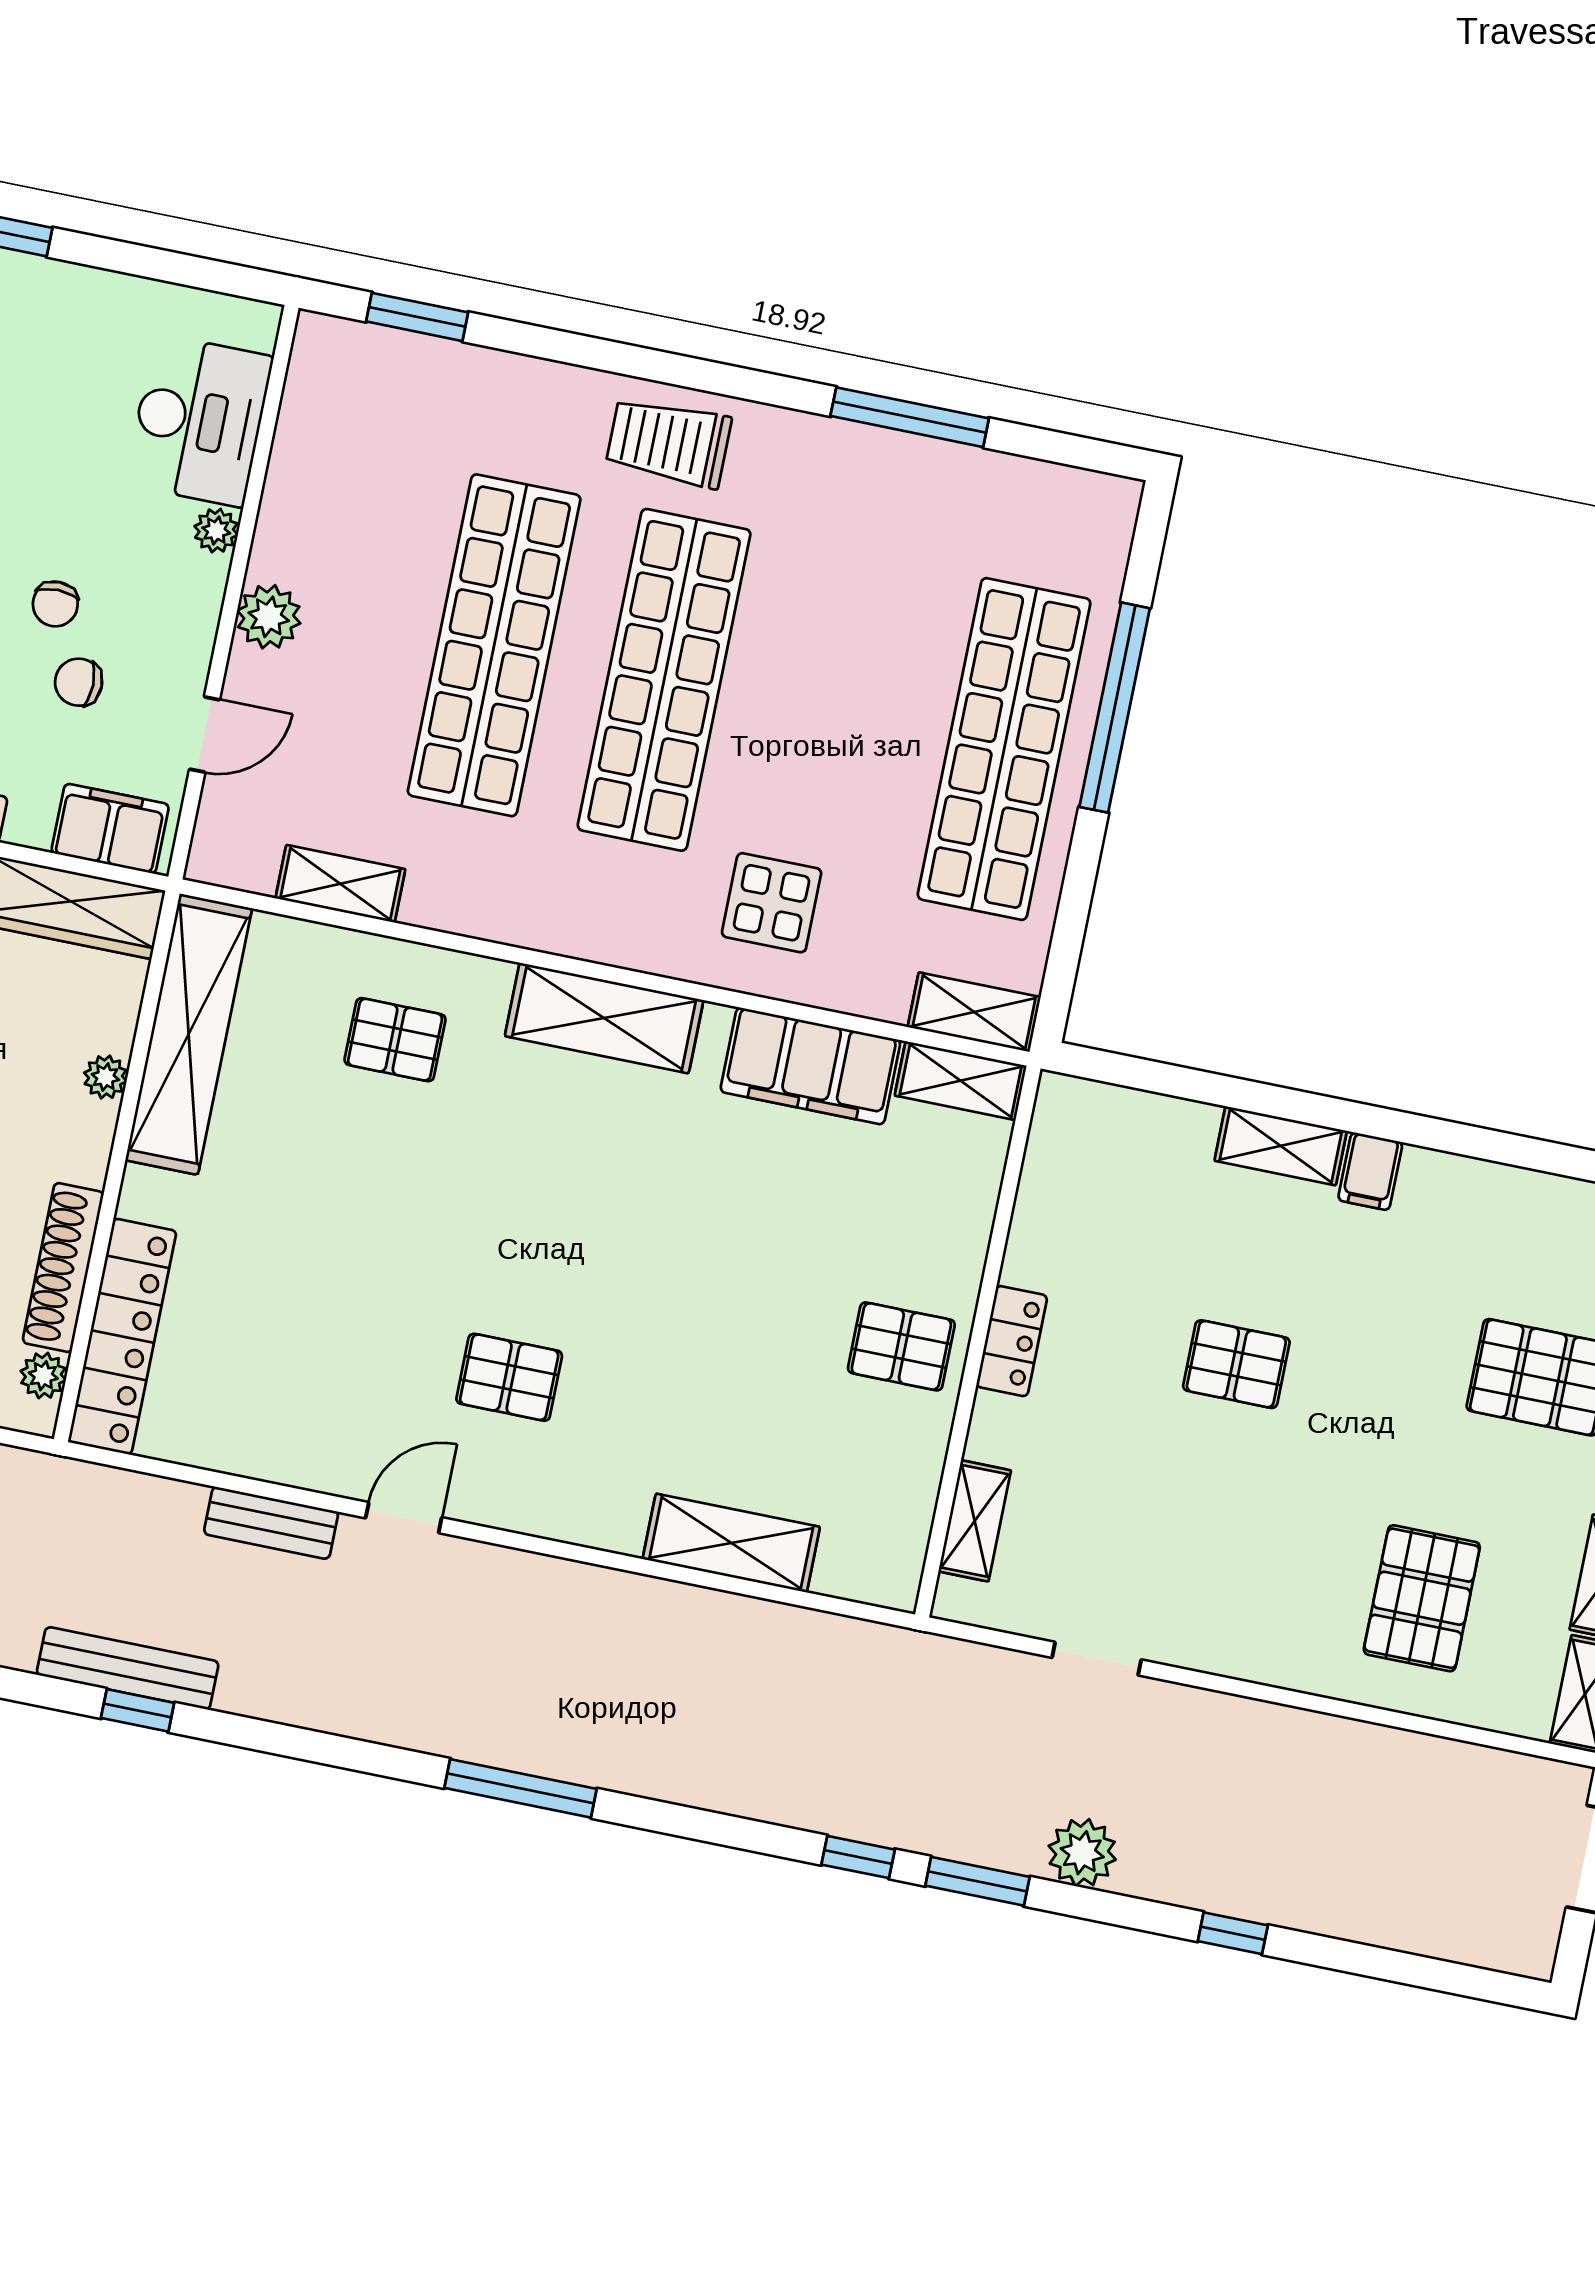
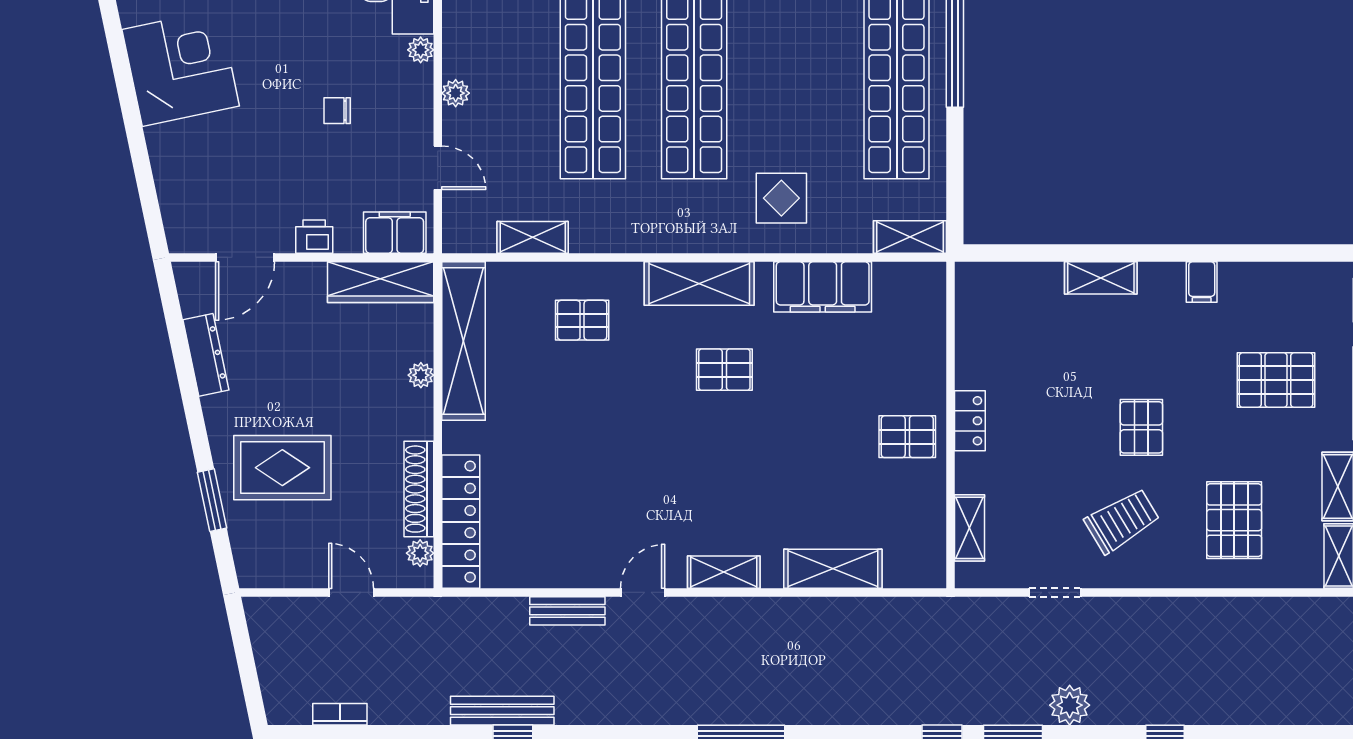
chair: (55, 604) -> (337, 111), turned 90
plant: (269, 617) -> (456, 93), width x0.73, depth x0.73
chair: (79, 682) -> (360, 153), removed
door: (205, 734) -> (438, 168), hinge flipped
shelving: (961, 1081) -> (724, 572), moved
filing cabinet: (1370, 1171) -> (1202, 282), moved
pallet: (1236, 1364) -> (1141, 427), moved, turned 90
pallet: (509, 1377) -> (724, 370), moved
trolley: (1233, 1561) -> (1122, 521), added

